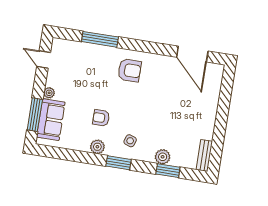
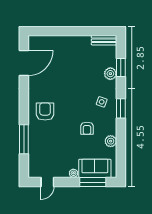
plant: (97, 147) -> (111, 141), moved

